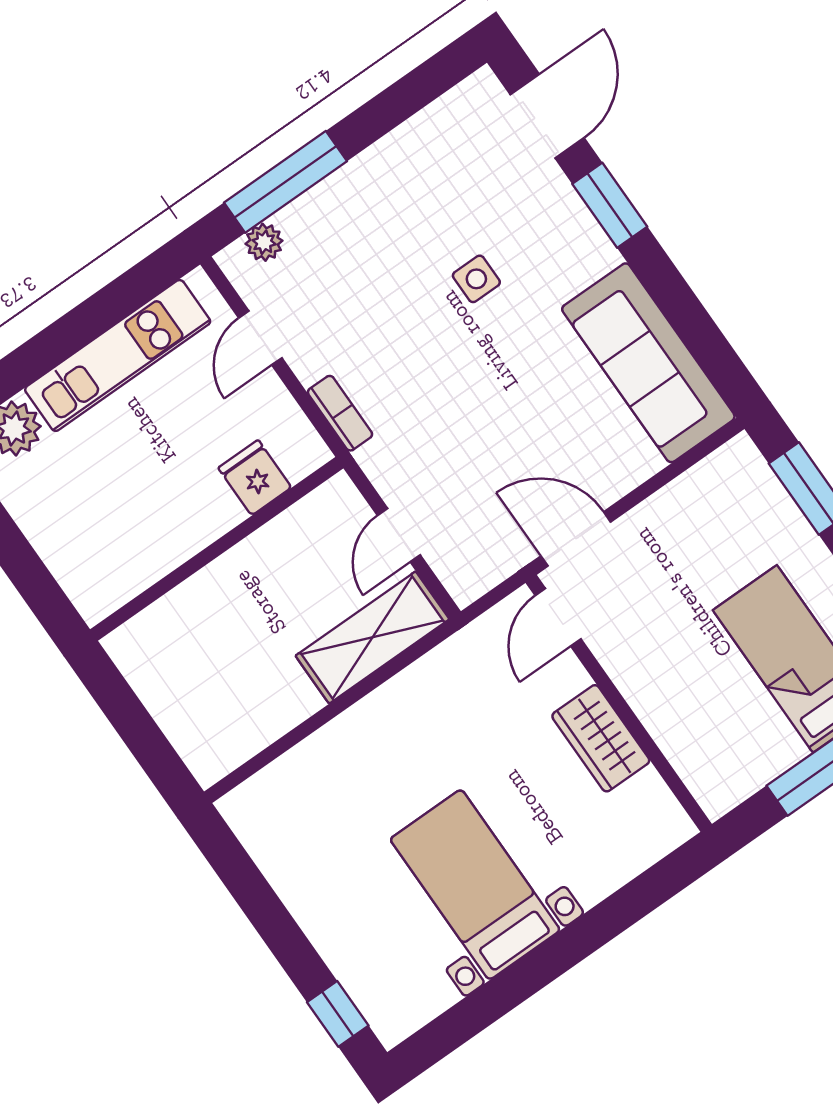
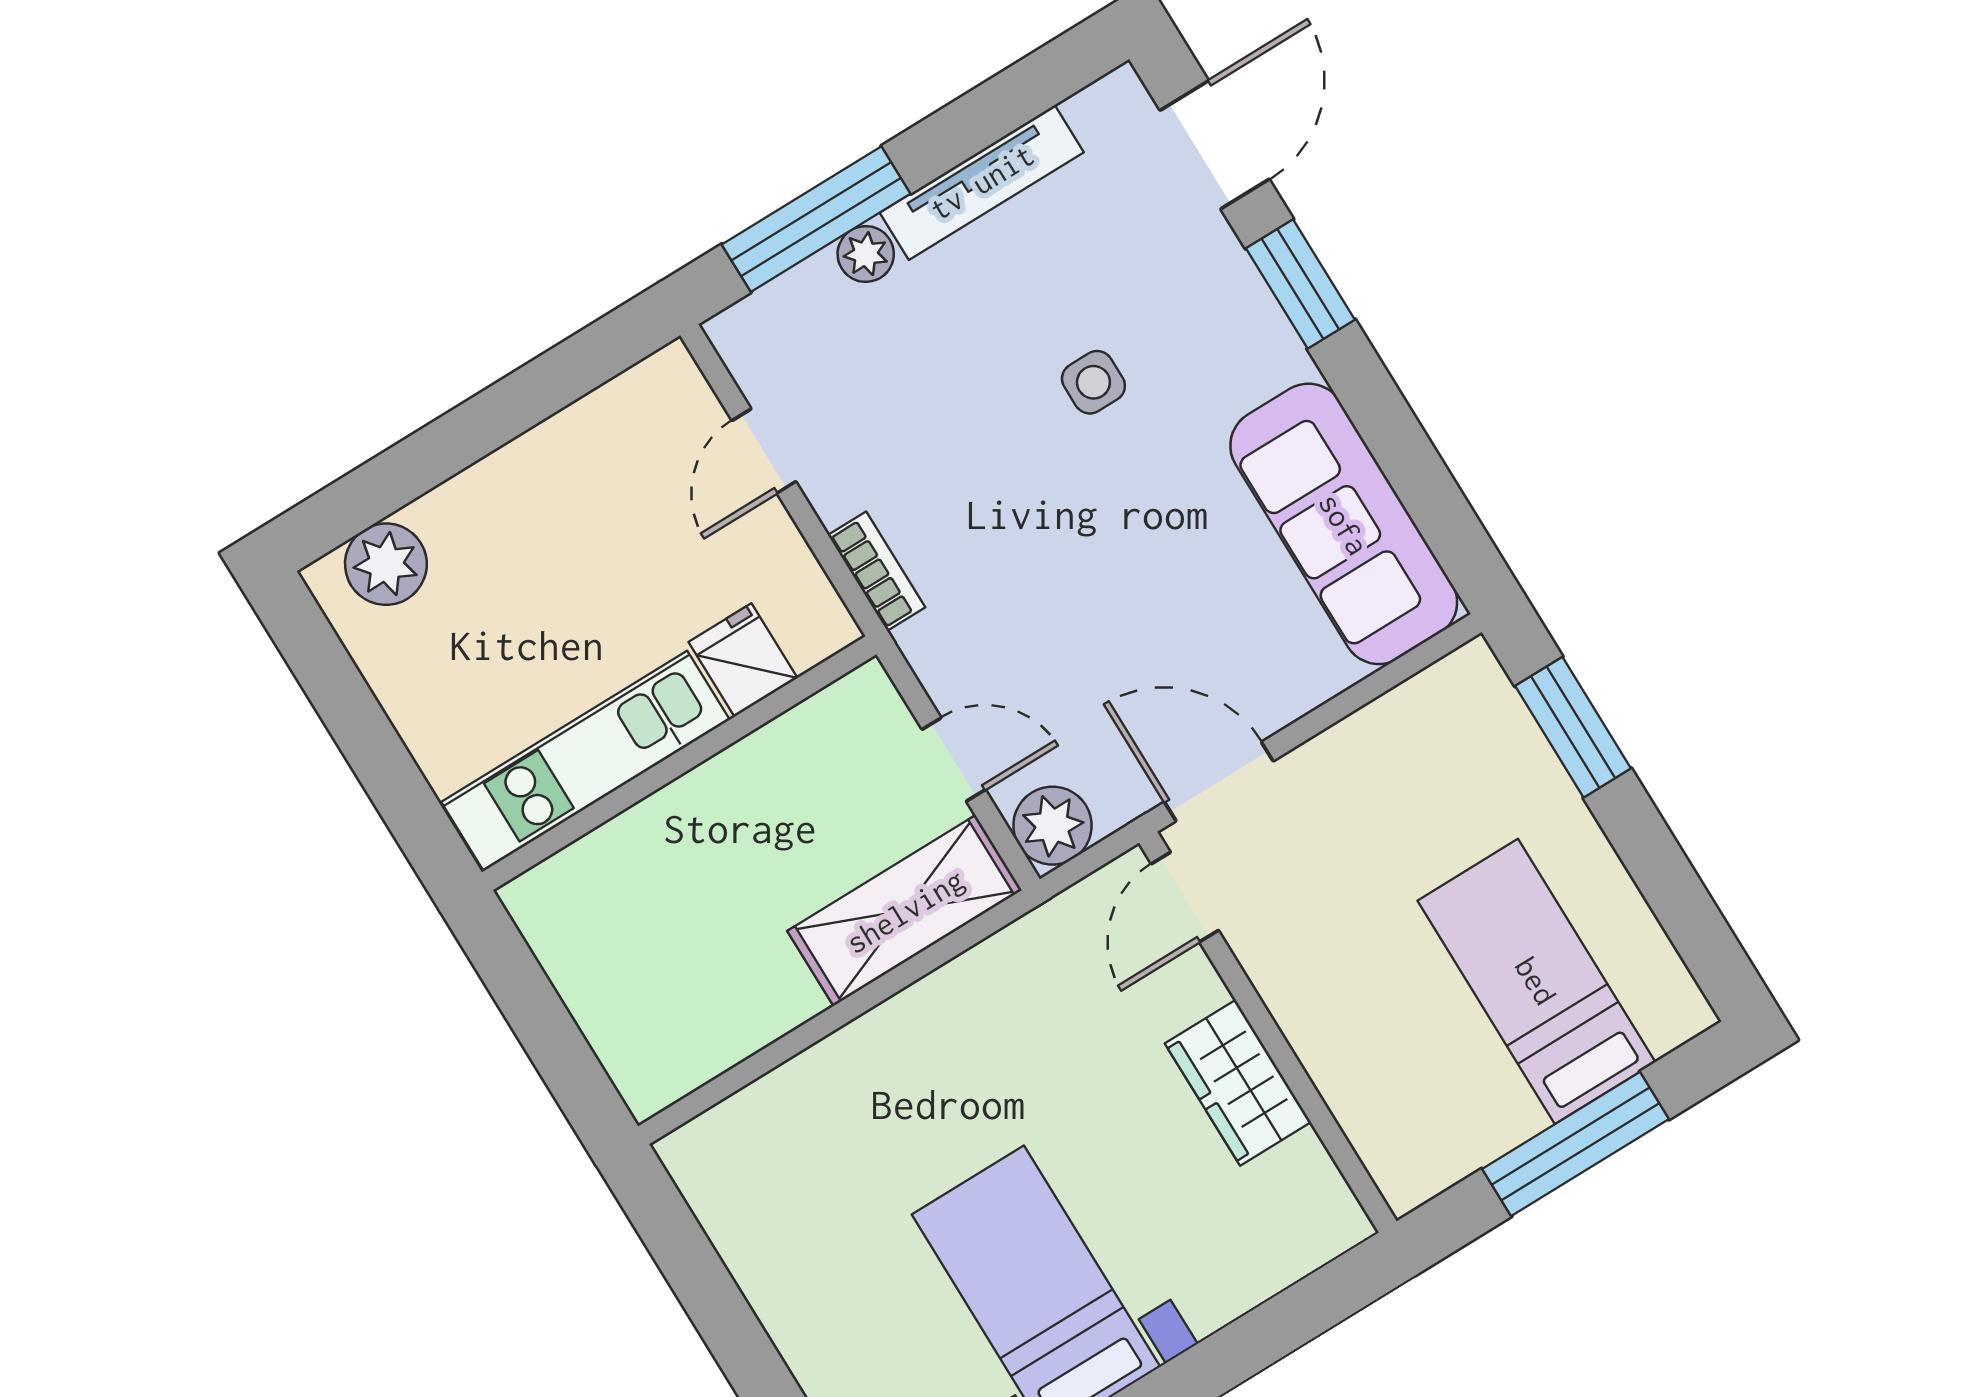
tv unit: (394, 151) -> (982, 182), added
plant: (264, 242) -> (866, 254), moved
kitchen unit: (118, 355) -> (585, 761), moved, turned 180
door: (399, 535) -> (954, 759), swing flipped
plant: (467, 575) -> (1052, 826), added

